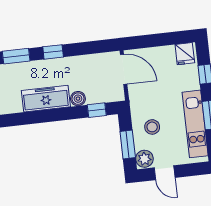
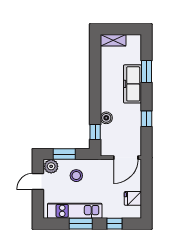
window: (53, 52) -> (147, 119), moved
fridge: (185, 54) -> (133, 198), moved
freezer: (46, 99) -> (132, 84), moved, turned 180

